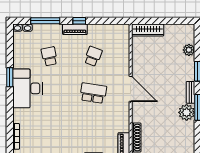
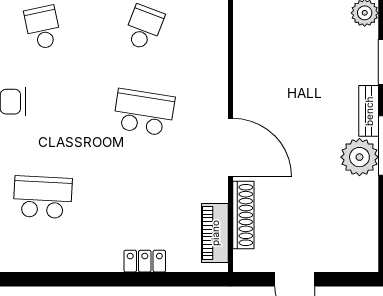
door: (131, 89) -> (230, 147), moved
school desk: (49, 130) -> (43, 197), added

